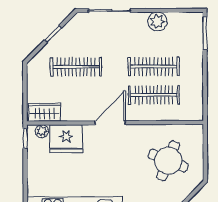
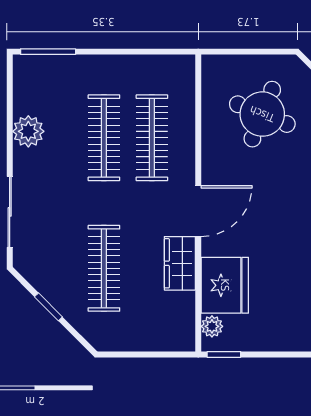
wardrobe: (45, 112) -> (180, 263), moved
door: (110, 123) -> (198, 211), swing flipped

